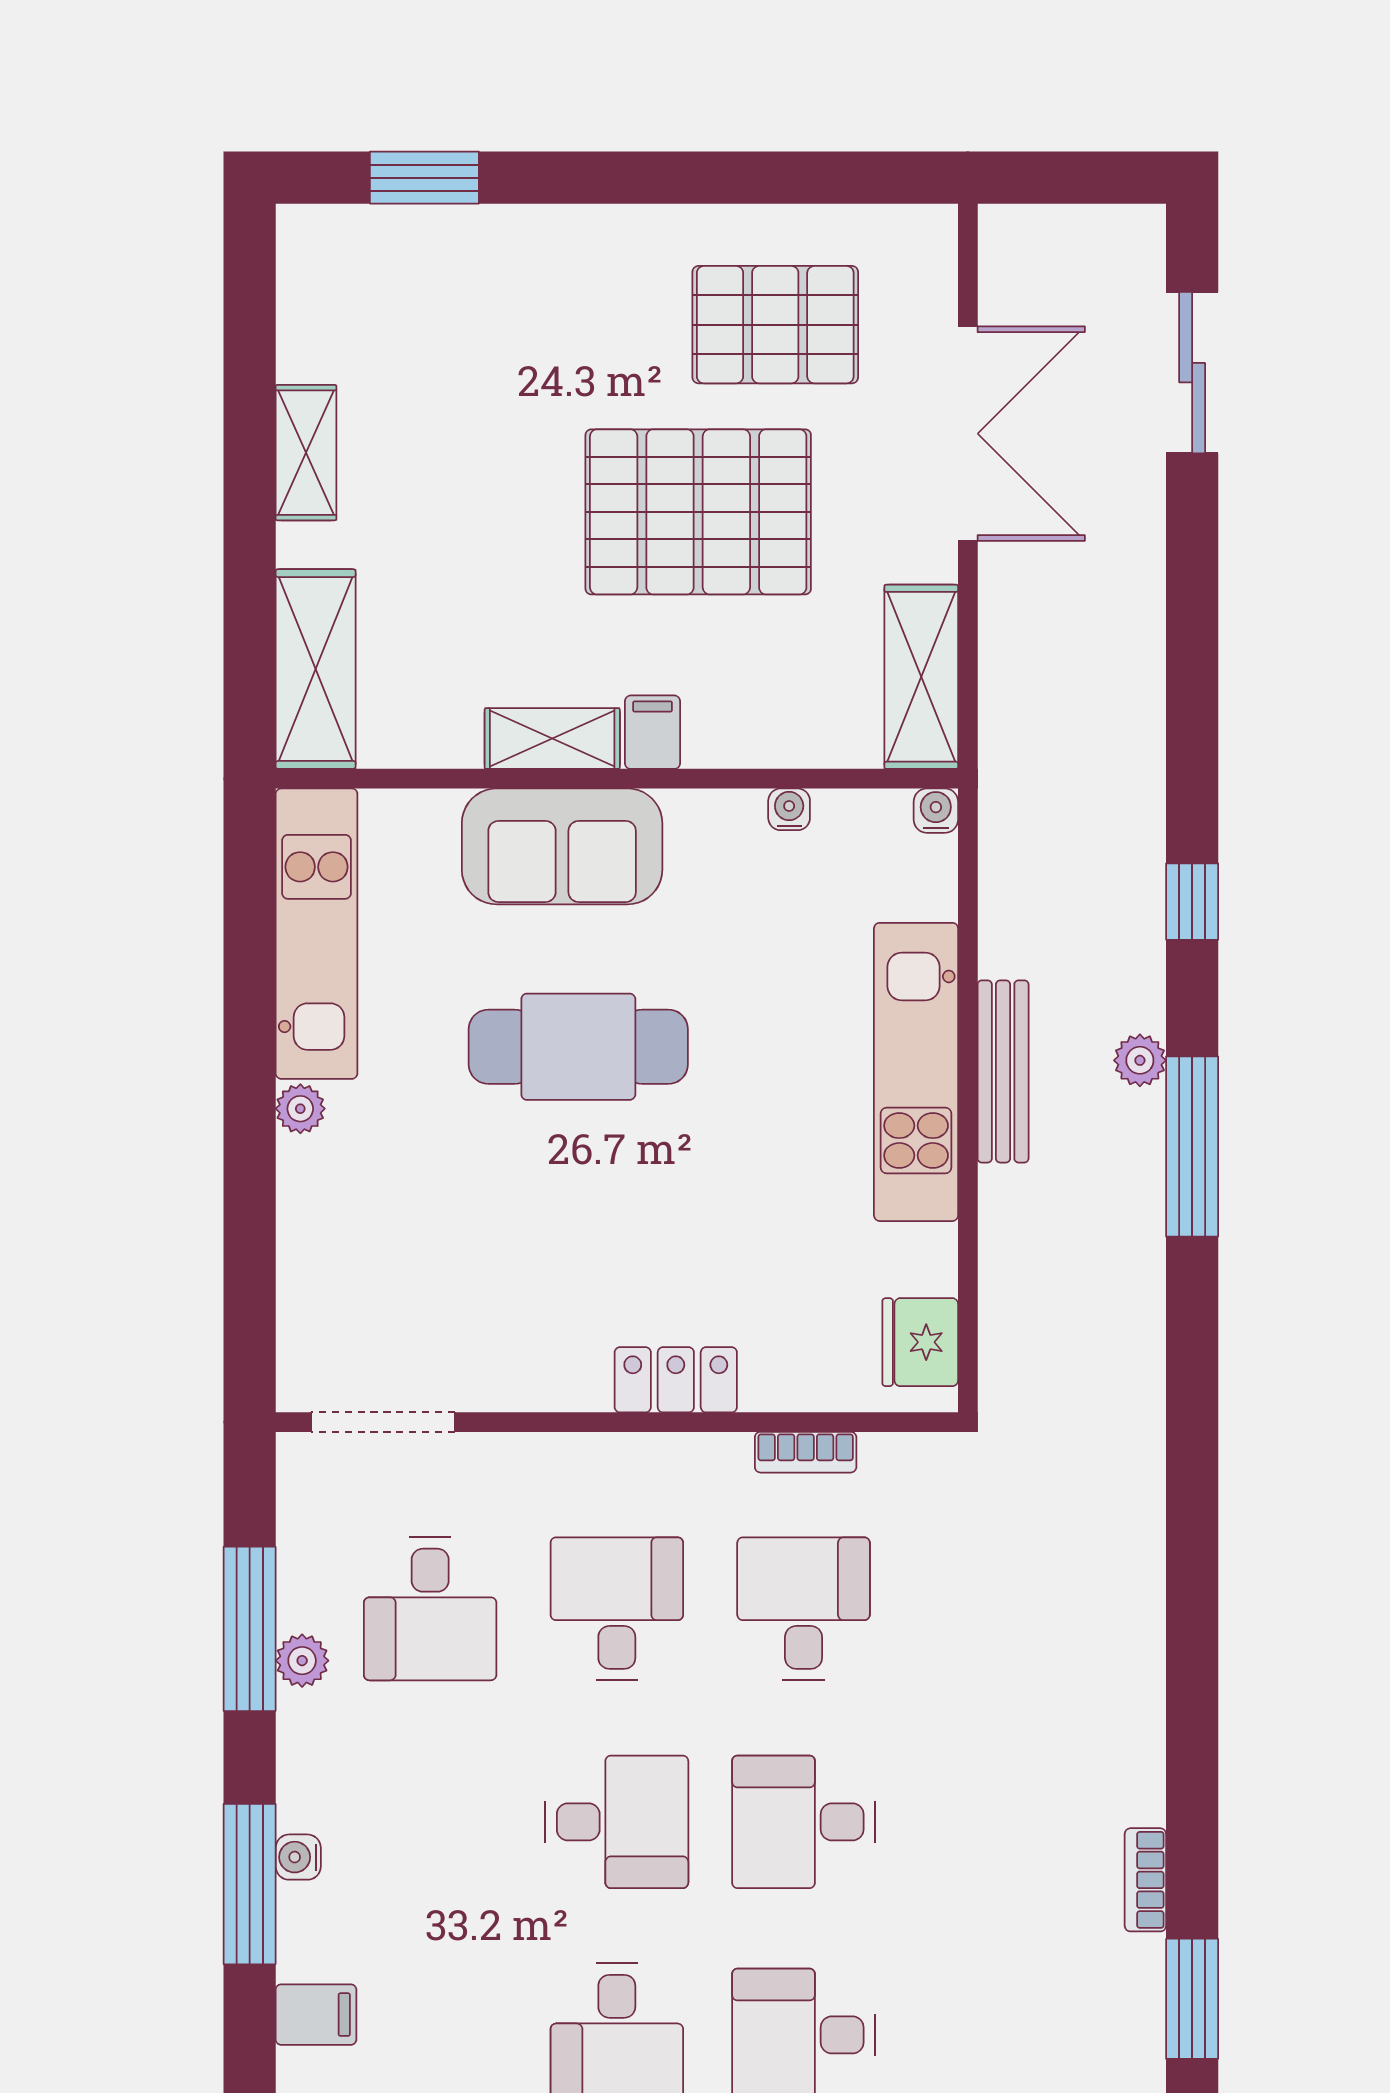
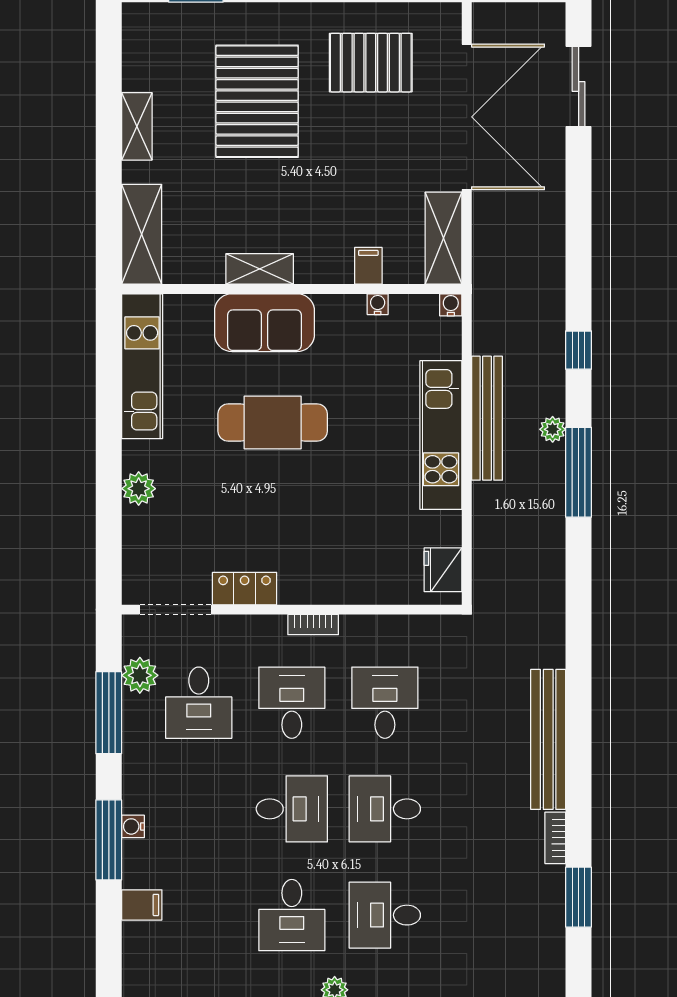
double door: (968, 434) -> (467, 117), width x1.36
pallet: (698, 512) -> (257, 101), moved, turned 90
filing cabinet: (653, 732) -> (368, 266), moved
bench: (1003, 1071) -> (487, 418), width x1.37, depth x1.21
plant: (300, 1109) -> (139, 489), moved, width x1.38, depth x1.38
locker: (676, 1380) -> (245, 589), moved
bookcase: (806, 1452) -> (313, 625), moved
plant: (302, 1661) -> (140, 675), moved, width x1.38, depth x1.38
bench: (1131, 1683) -> (548, 739), added

